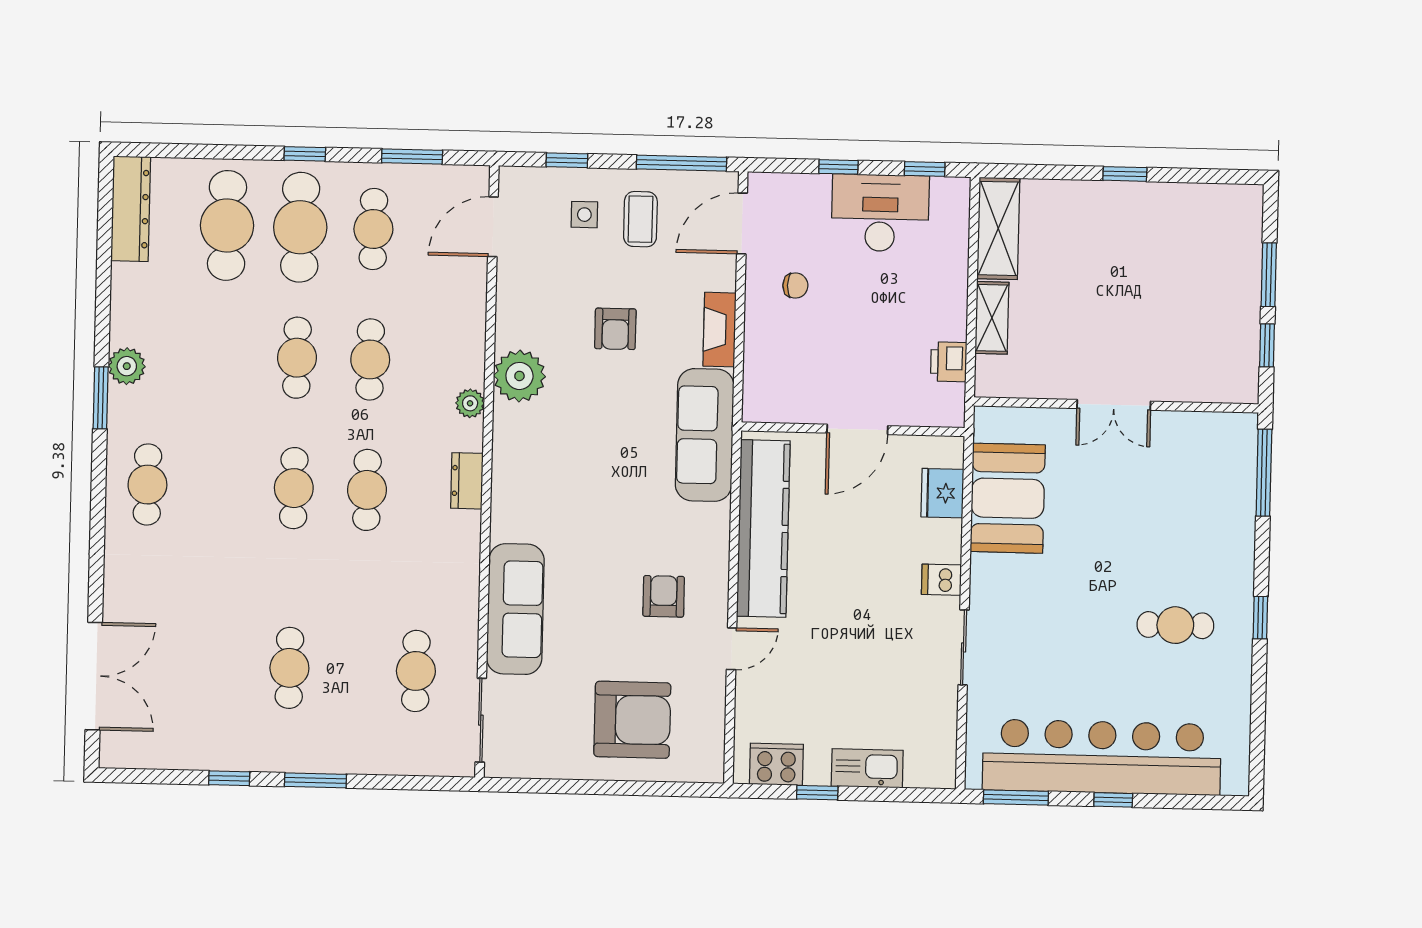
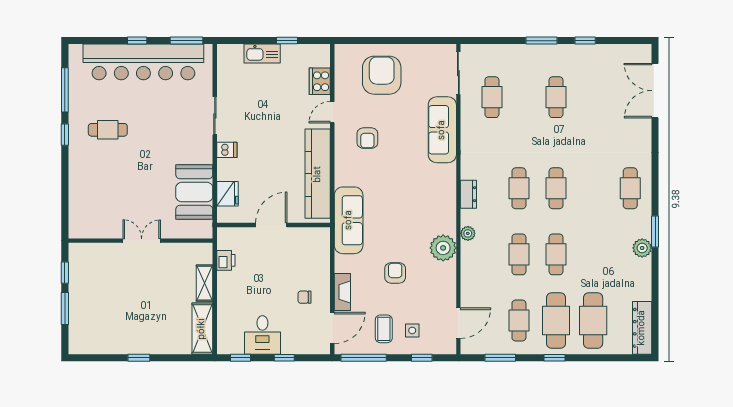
desk: (880, 213) -> (262, 335), width x0.73
fireplace: (720, 330) -> (342, 292), moved
window: (1264, 473) -> (65, 90), moved
armchair: (632, 720) -> (382, 75), turned 90
cooker: (776, 764) -> (320, 81), moved, turned 90

